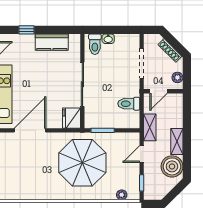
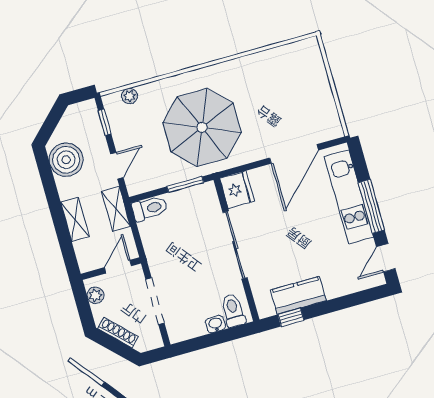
window: (26, 30) -> (291, 317), moved
toilet: (129, 104) -> (150, 208), moved
shelving: (177, 141) -> (75, 219), moved

